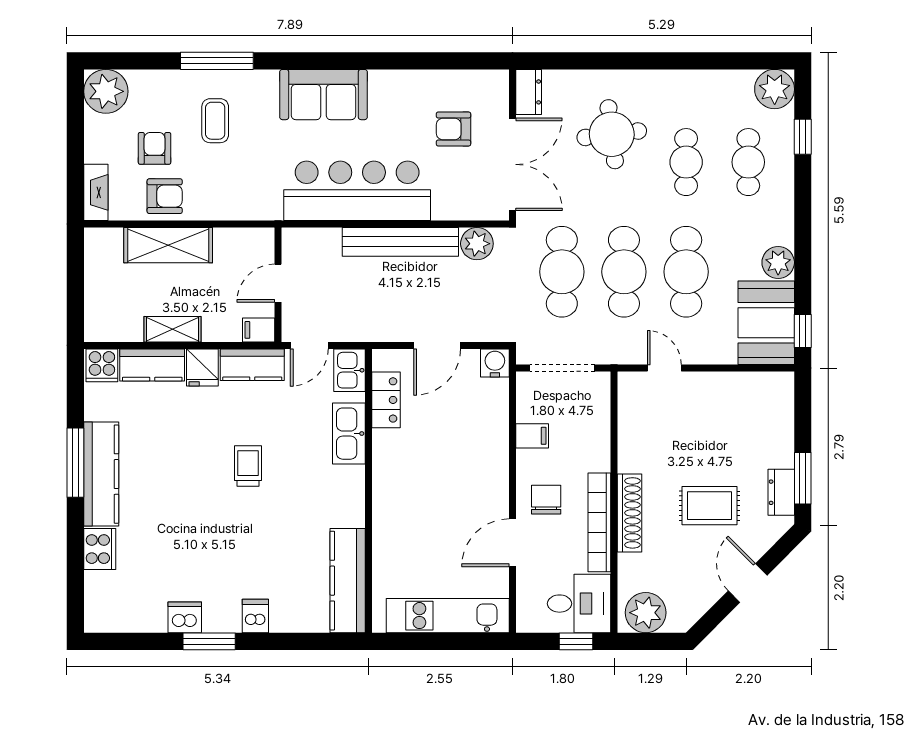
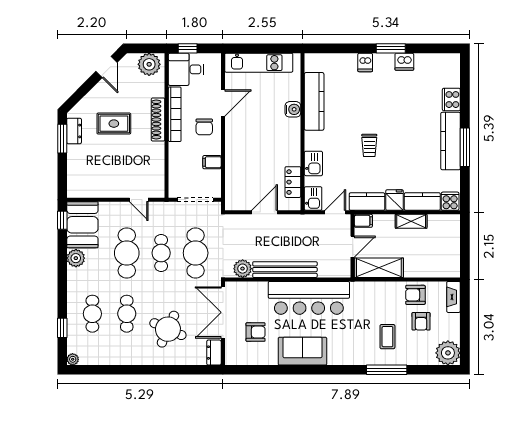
plant: (775, 89) -> (73, 359), width x0.53, depth x0.53
sofa: (324, 95) -> (302, 351), moved
round table: (612, 134) -> (168, 329), turned 31
shelving: (168, 245) -> (379, 268), moved
cafe table: (624, 272) -> (161, 253), width x0.73, depth x0.74
water cooler: (495, 363) -> (293, 109), moved, turned -90
kitchen sink: (349, 434) -> (313, 163), width x0.73
kitchen counter: (348, 581) -> (314, 101), moved
door: (748, 583) -> (107, 67), moved

